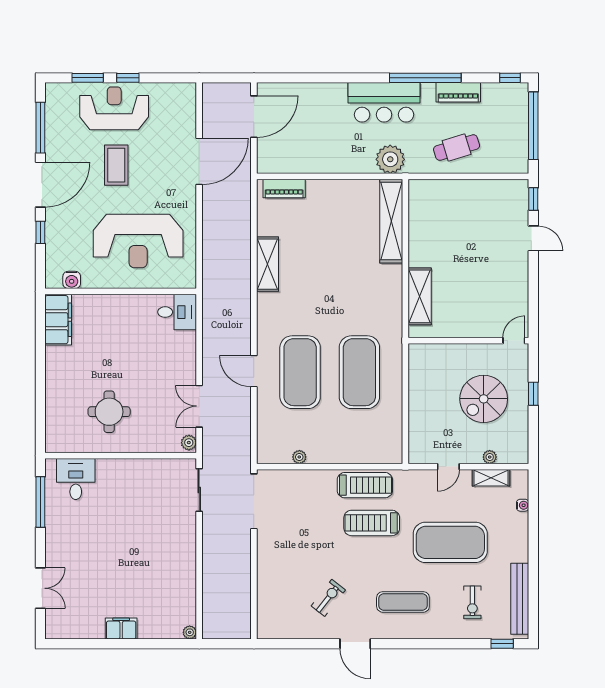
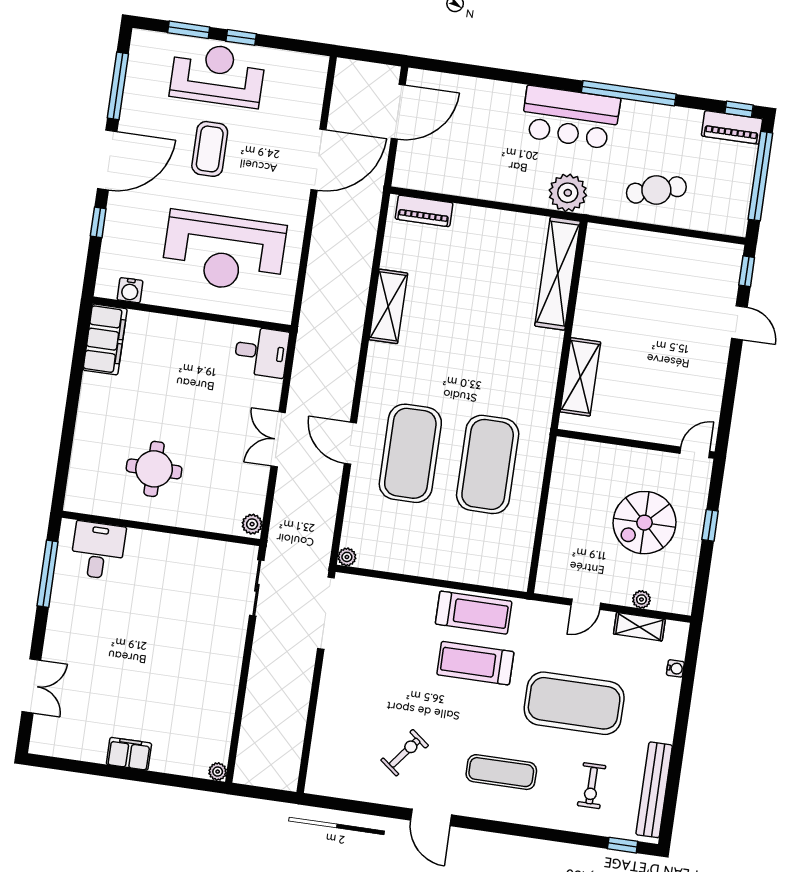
piano: (458, 92) -> (732, 127), moved
double door: (199, 406) -> (278, 439), moved
plant: (299, 457) -> (347, 557), moved

